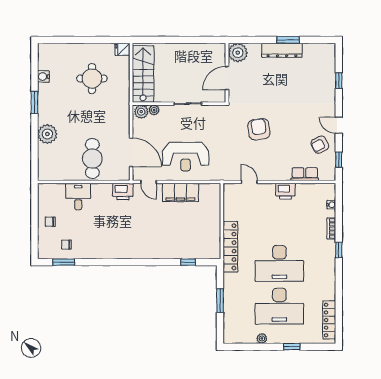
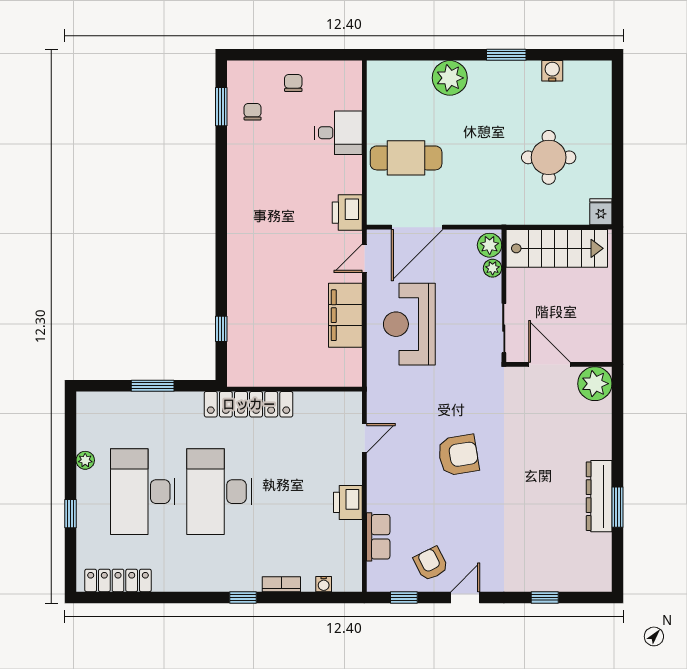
plant: (238, 53) -> (595, 384), moved
wall: (227, 73) -> (559, 364), moved
door: (227, 78) -> (549, 364), moved

